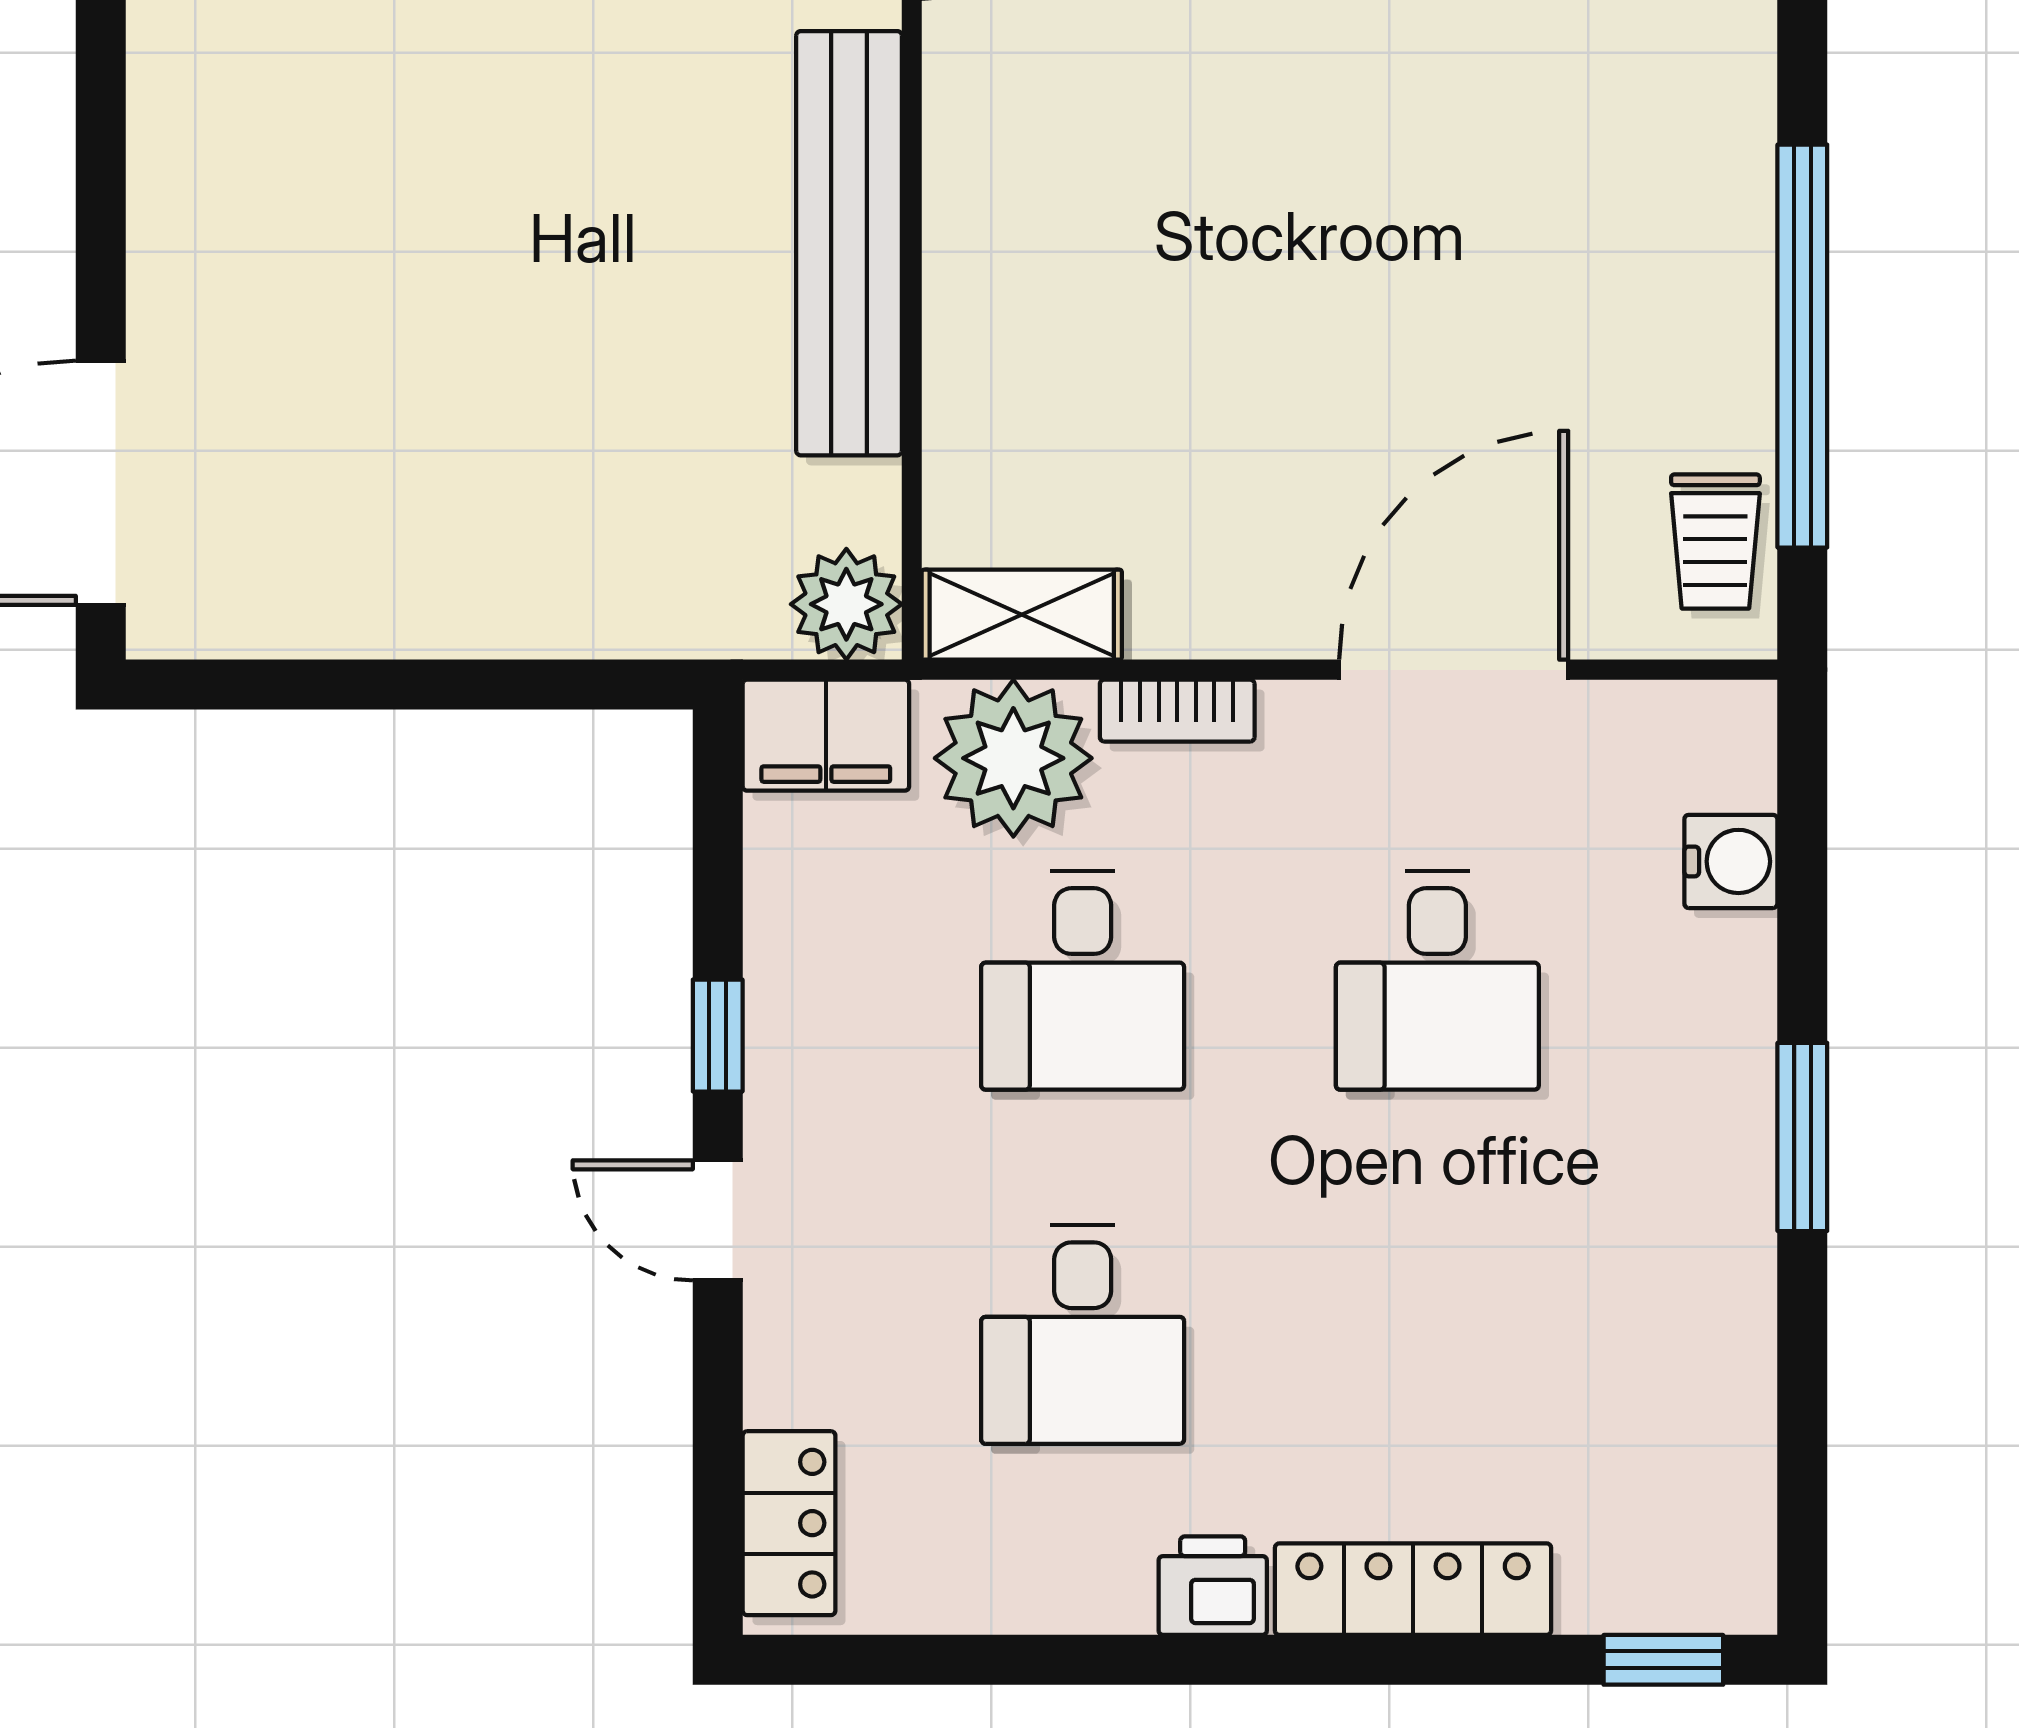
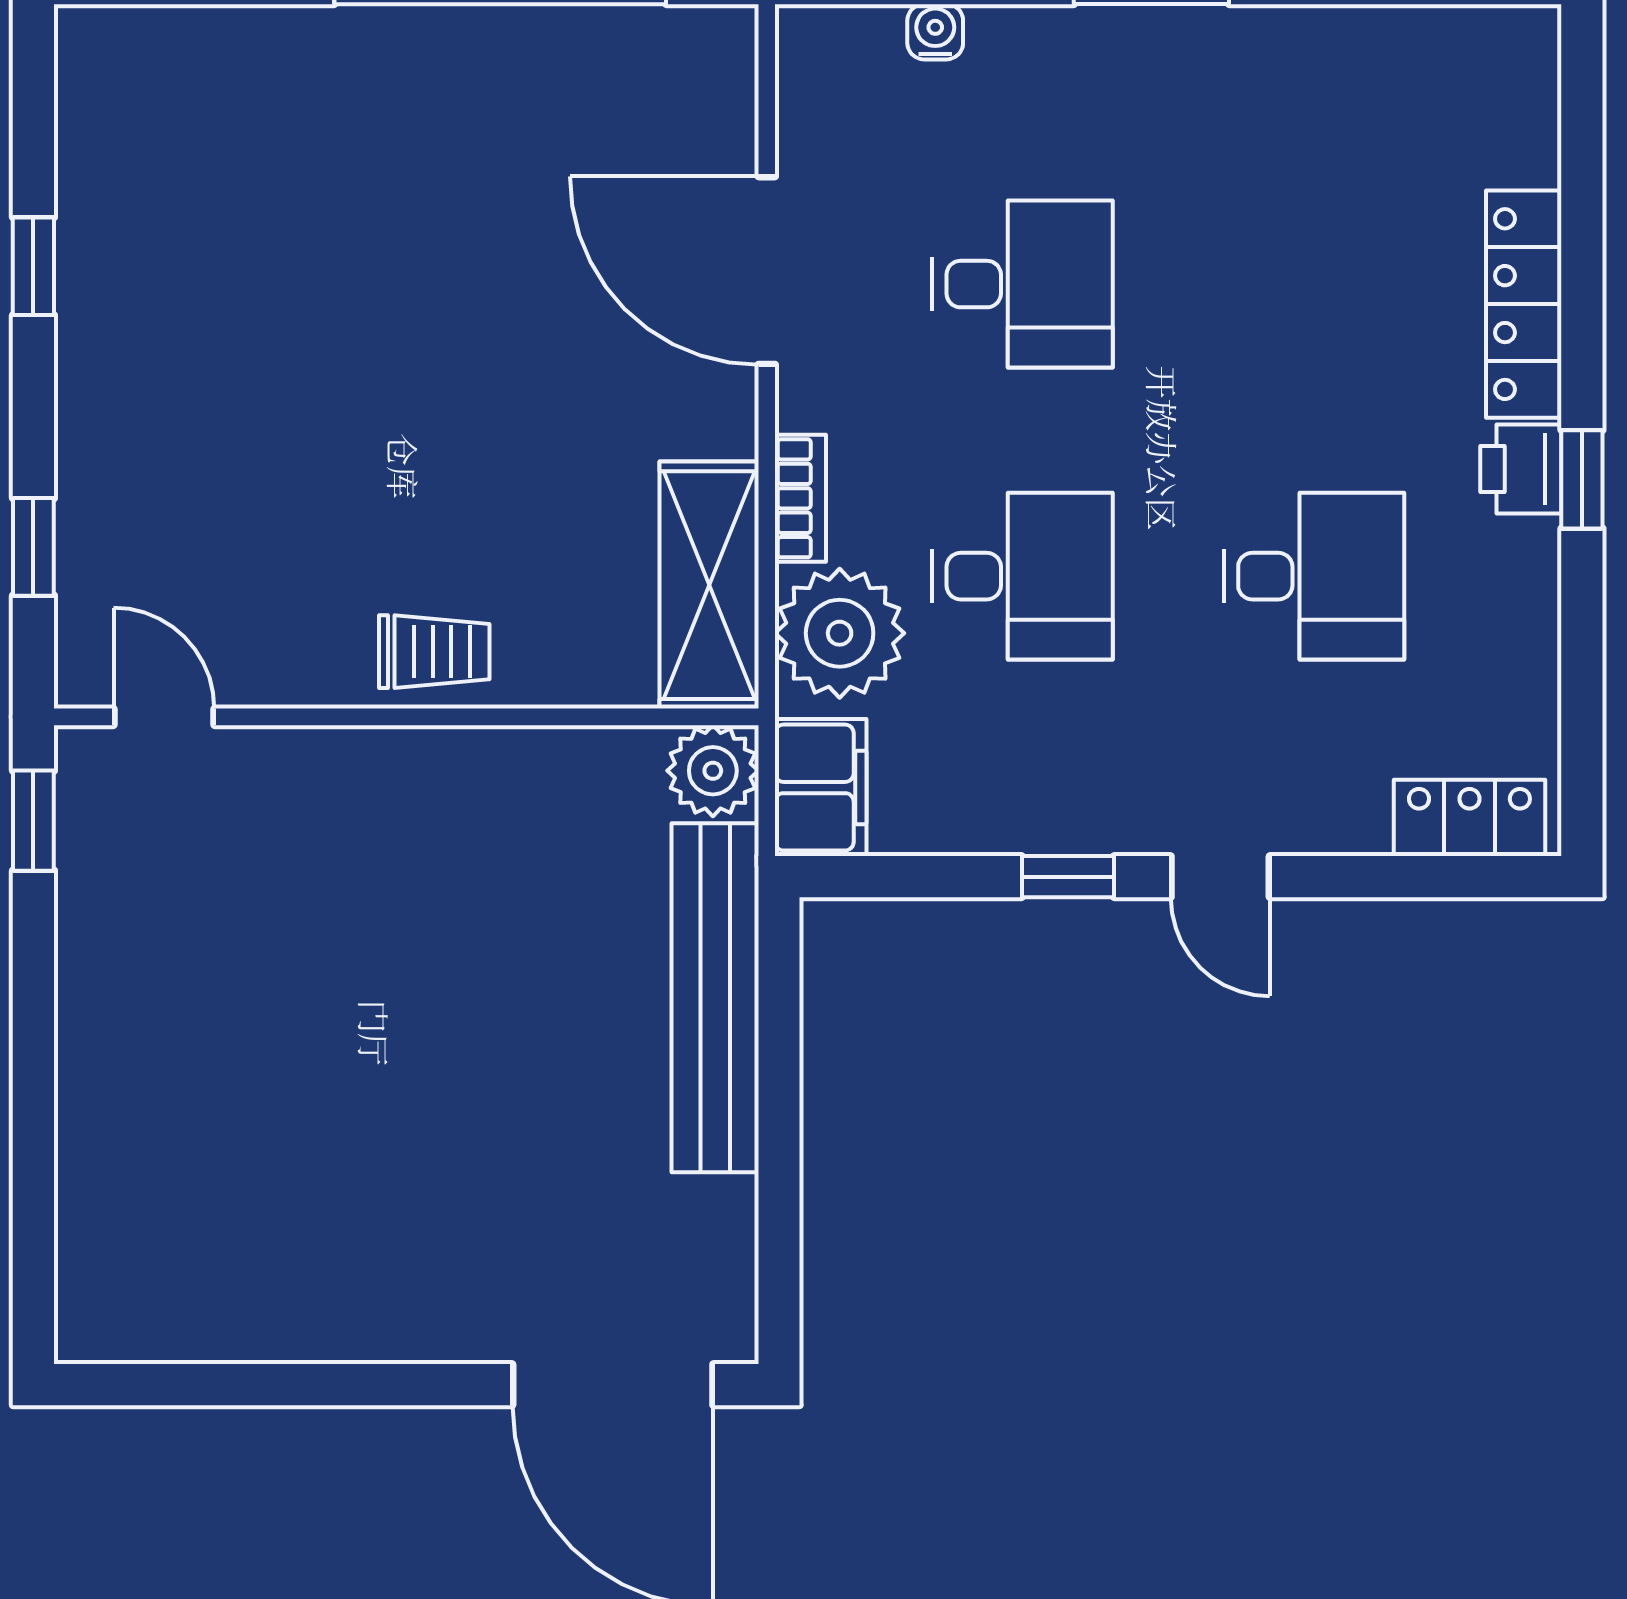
bench: (849, 243) -> (715, 998), moved, turned 90
trolley: (1715, 541) -> (434, 652), moved
shelving: (1022, 615) -> (709, 585), width x1.50, depth x1.33
water cooler: (1731, 861) -> (935, 32), width x0.72, depth x0.72
door: (718, 1220) -> (1220, 877), hinge flipped
window: (1663, 1660) -> (1582, 479), moved

